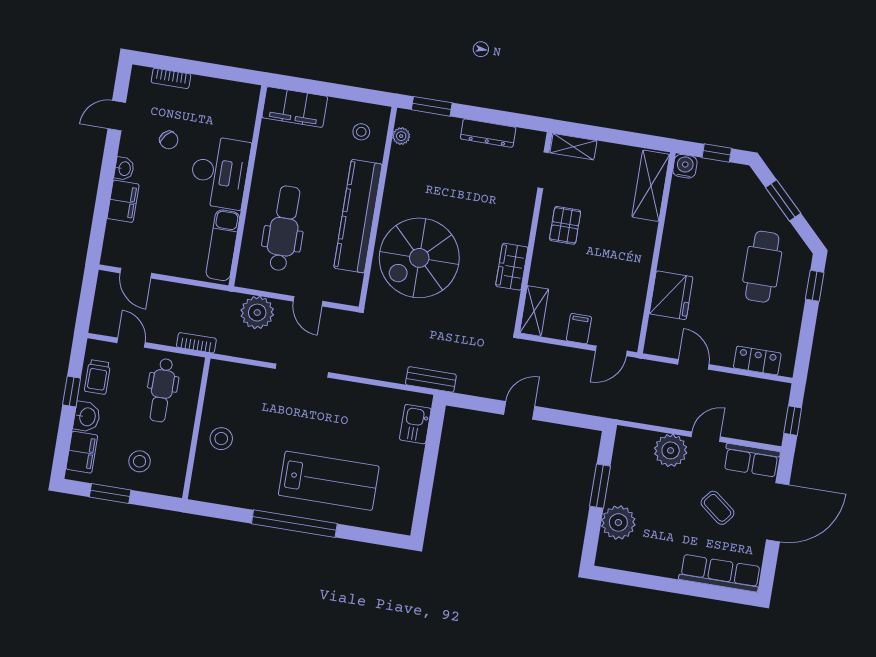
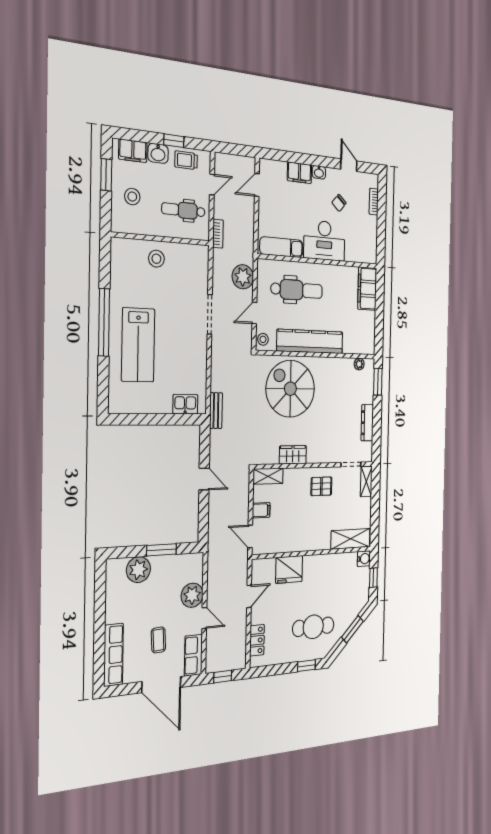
stool: (361, 132) -> (263, 339), moved
coffee table: (718, 508) -> (158, 640), turned -41

